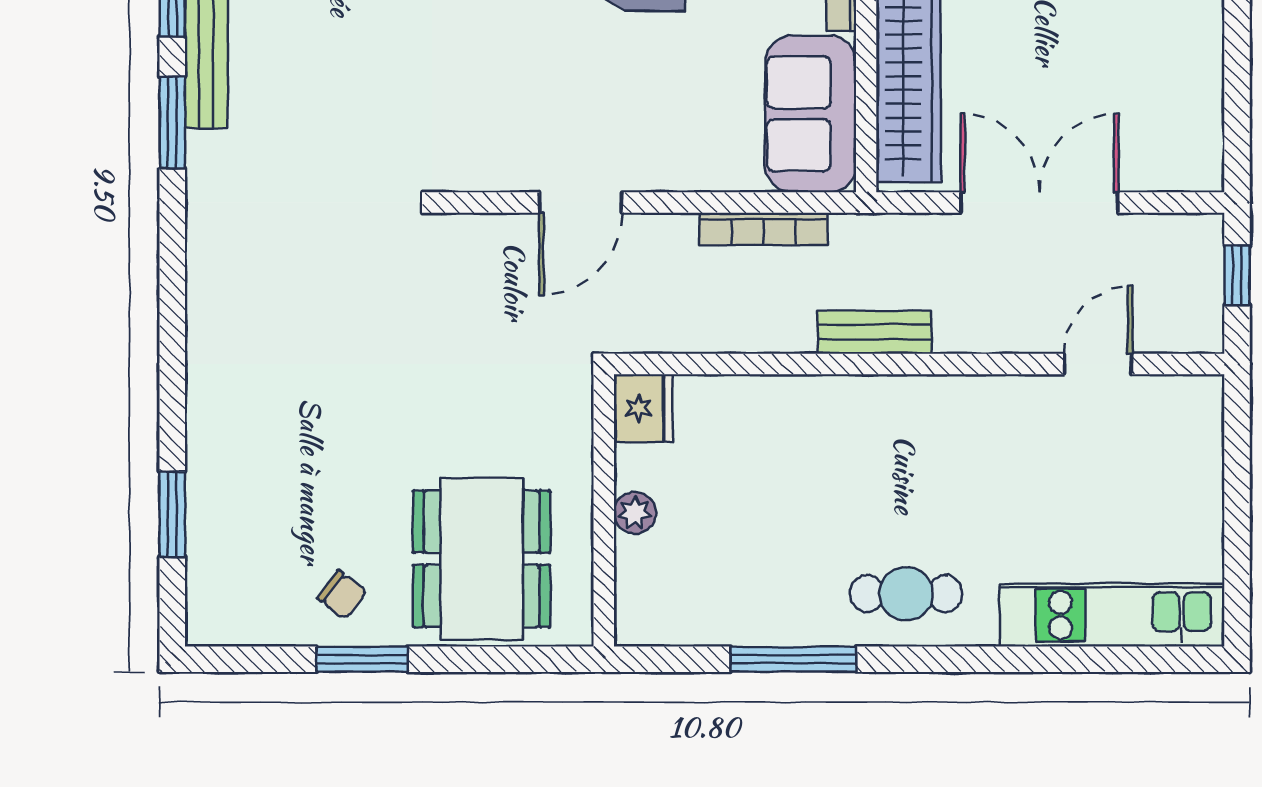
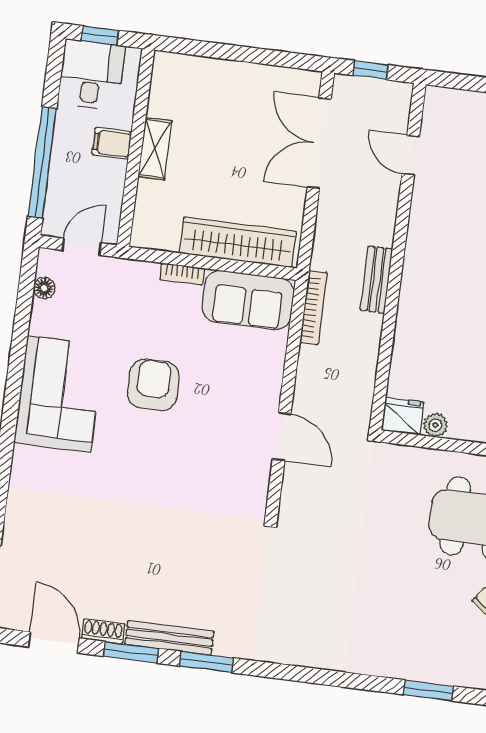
double door: (1039, 203) -> (319, 143), moved
bookcase: (763, 229) -> (313, 308), moved
plant: (635, 513) -> (435, 425), moved

